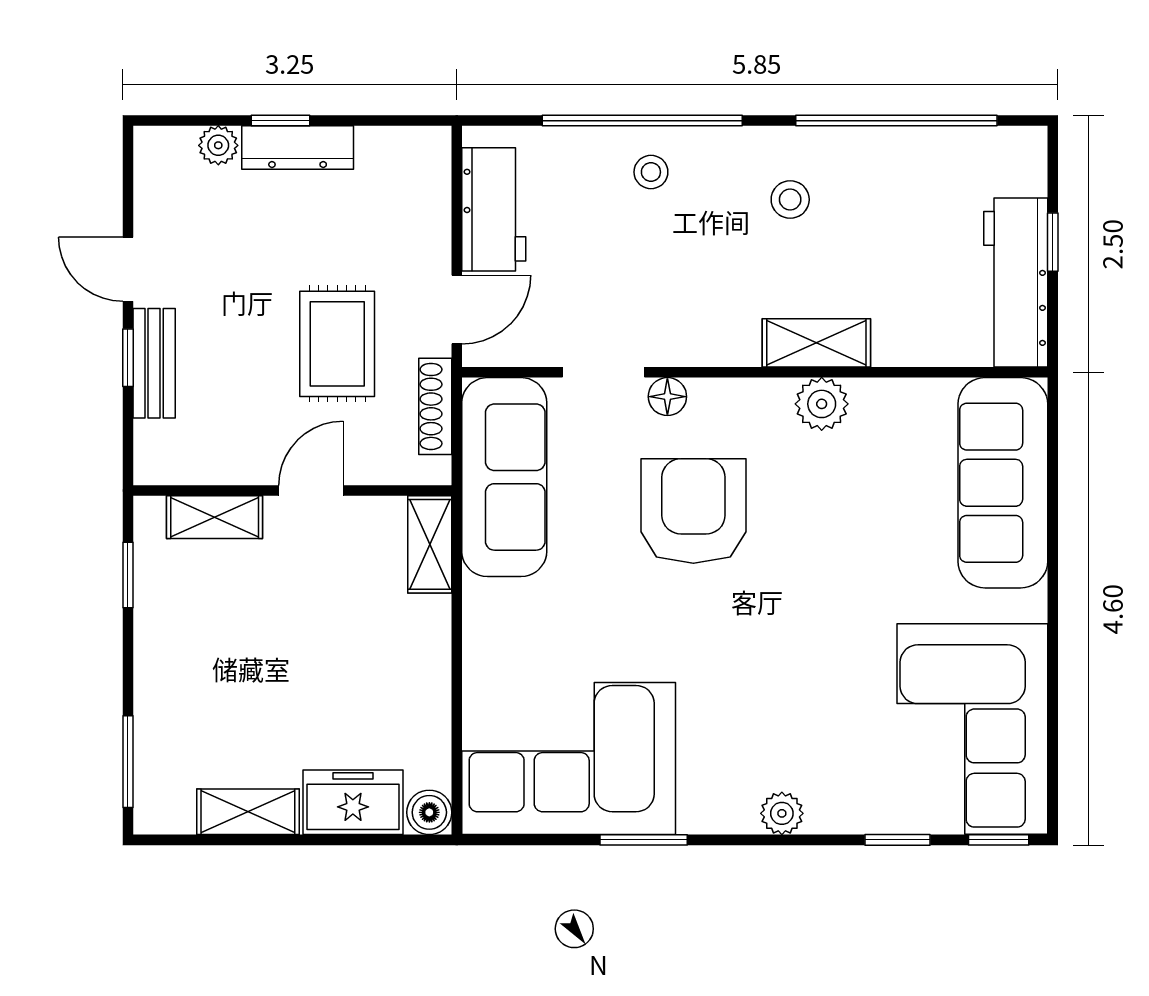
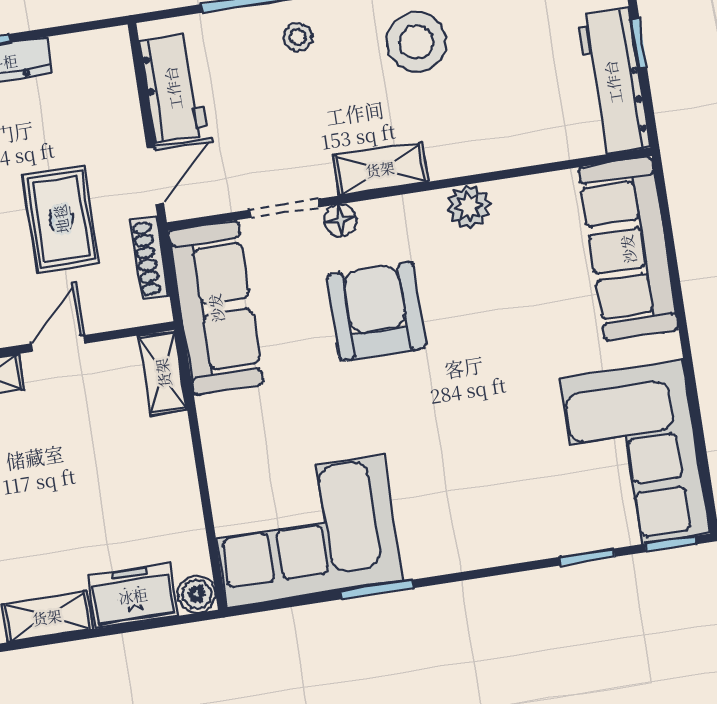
stool: (790, 200) -> (417, 42), width x1.89, depth x1.89
shelving: (816, 343) -> (380, 169), moved
plant: (782, 813) -> (488, 550), removed

